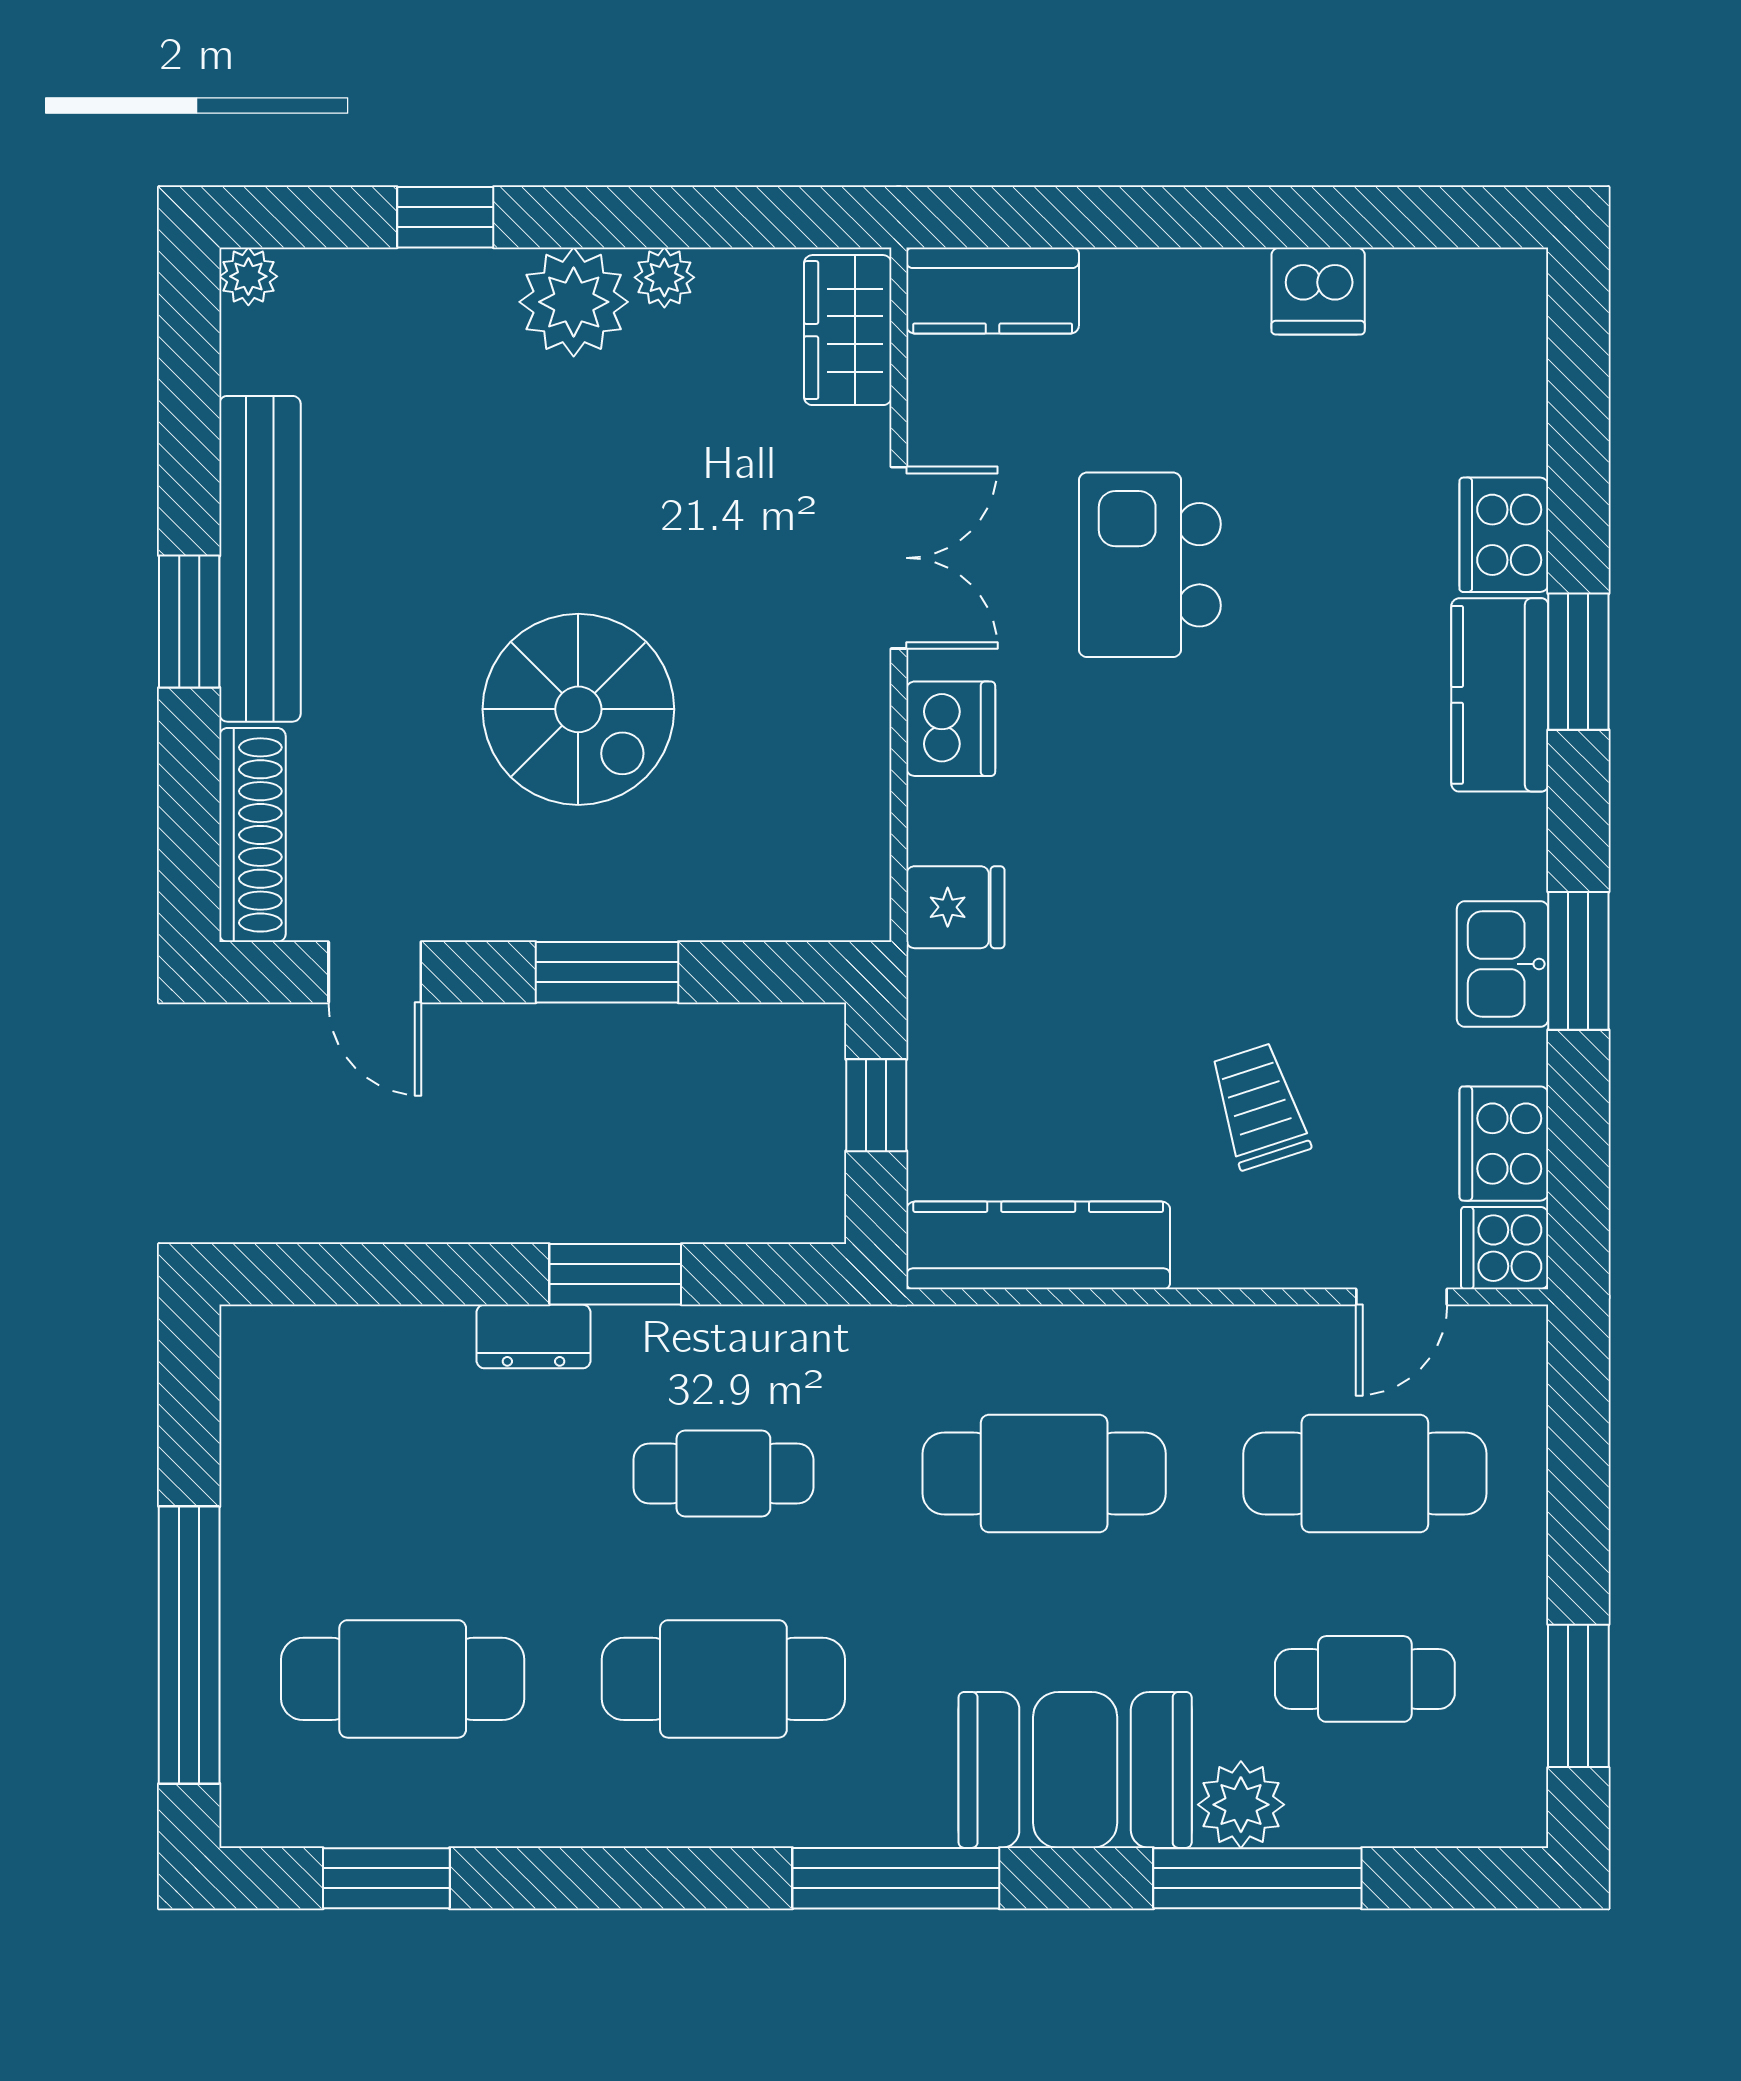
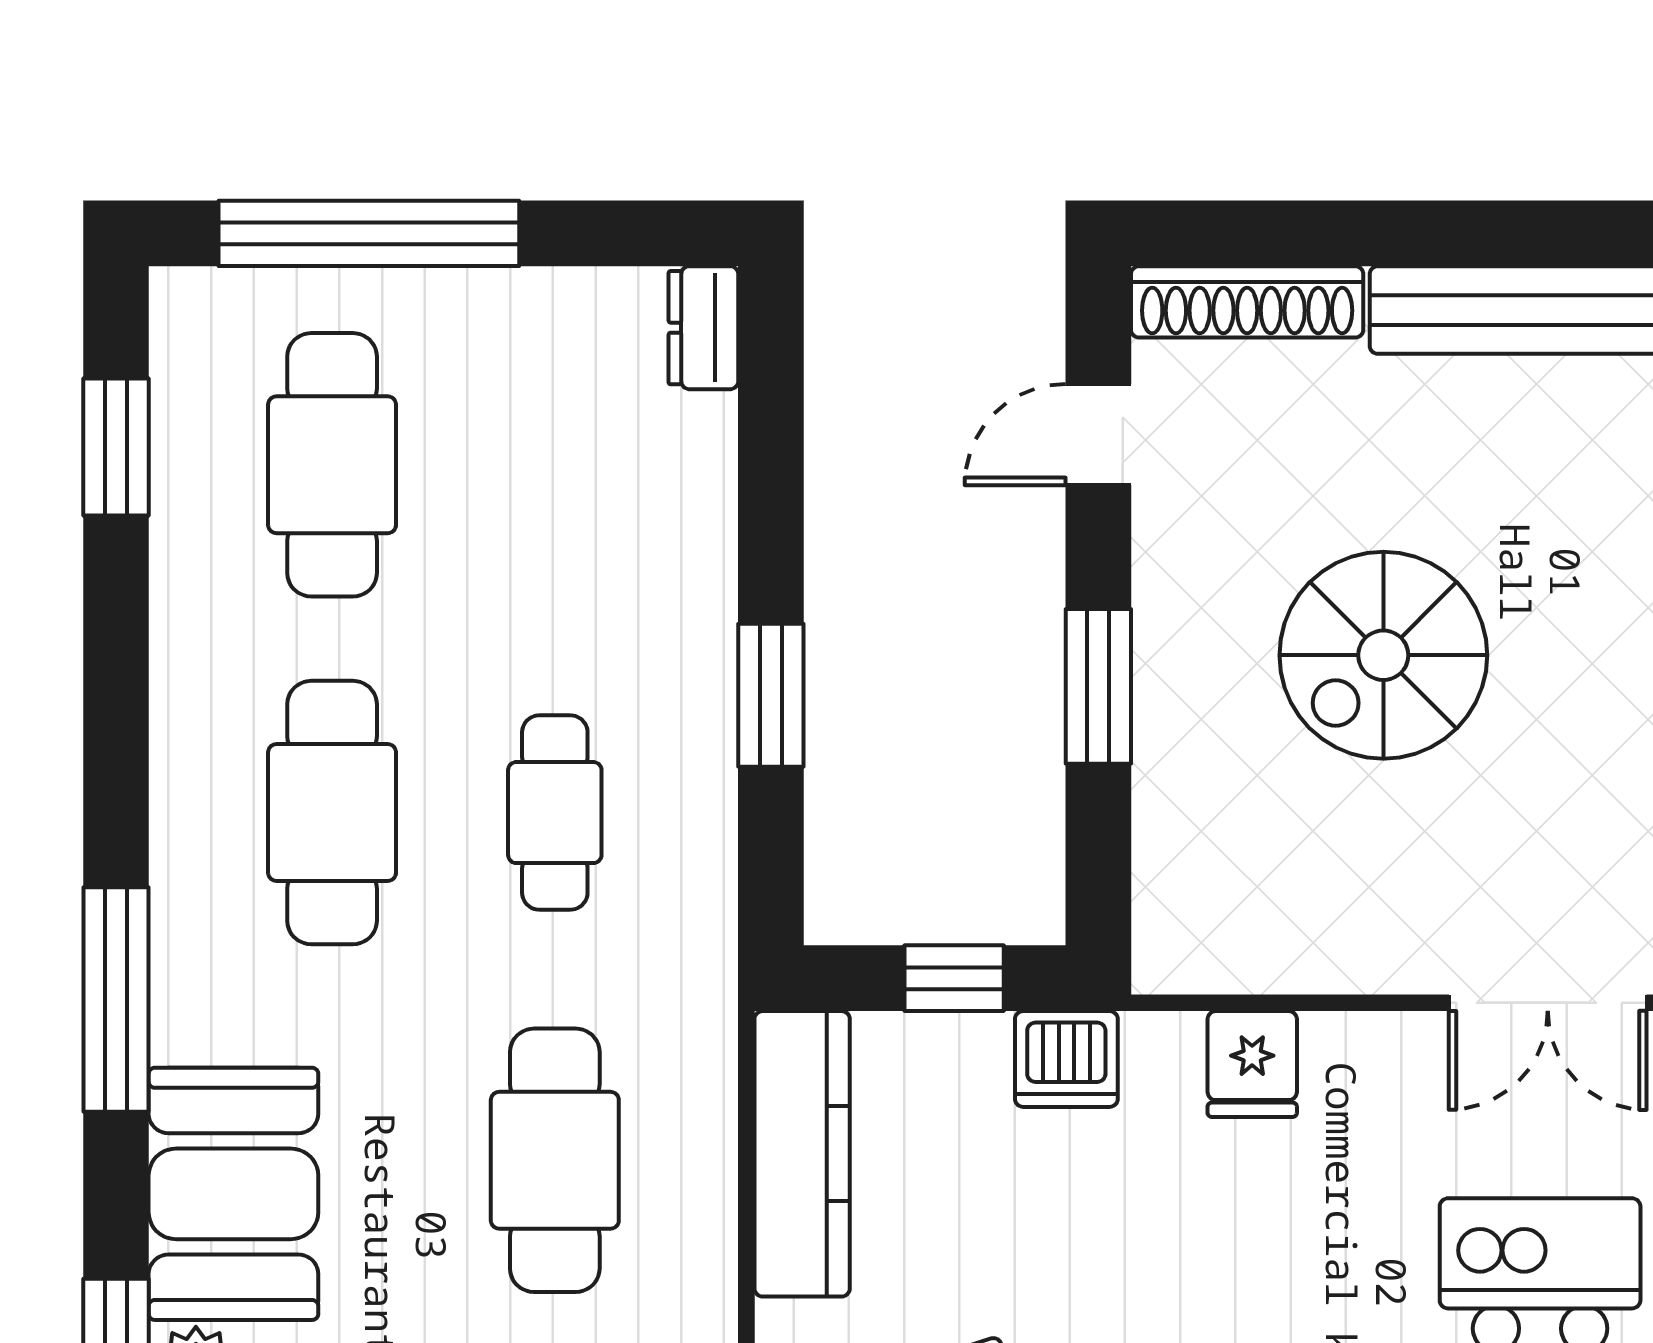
window: (189, 622) -> (1479, 233), removed
dishwasher: (951, 729) -> (1066, 1059), moved
fridge: (955, 907) -> (1252, 1064), moved
dresser: (534, 1336) -> (703, 328), moved

